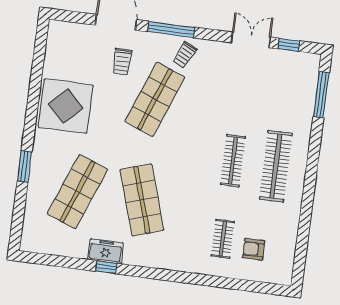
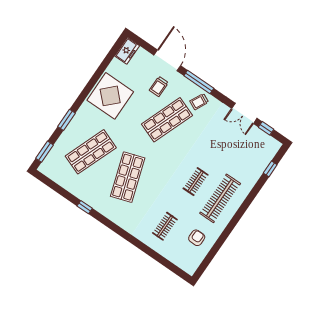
double door: (251, 40) -> (244, 113), swing flipped
window: (321, 95) -> (270, 169), width x0.46
clothes rail: (233, 161) -> (196, 182), width x0.73
window: (17, 222) -> (45, 152), added
armchair: (254, 249) -> (197, 238), moved, turned 90
freezer: (106, 251) -> (127, 51), moved, turned 90

